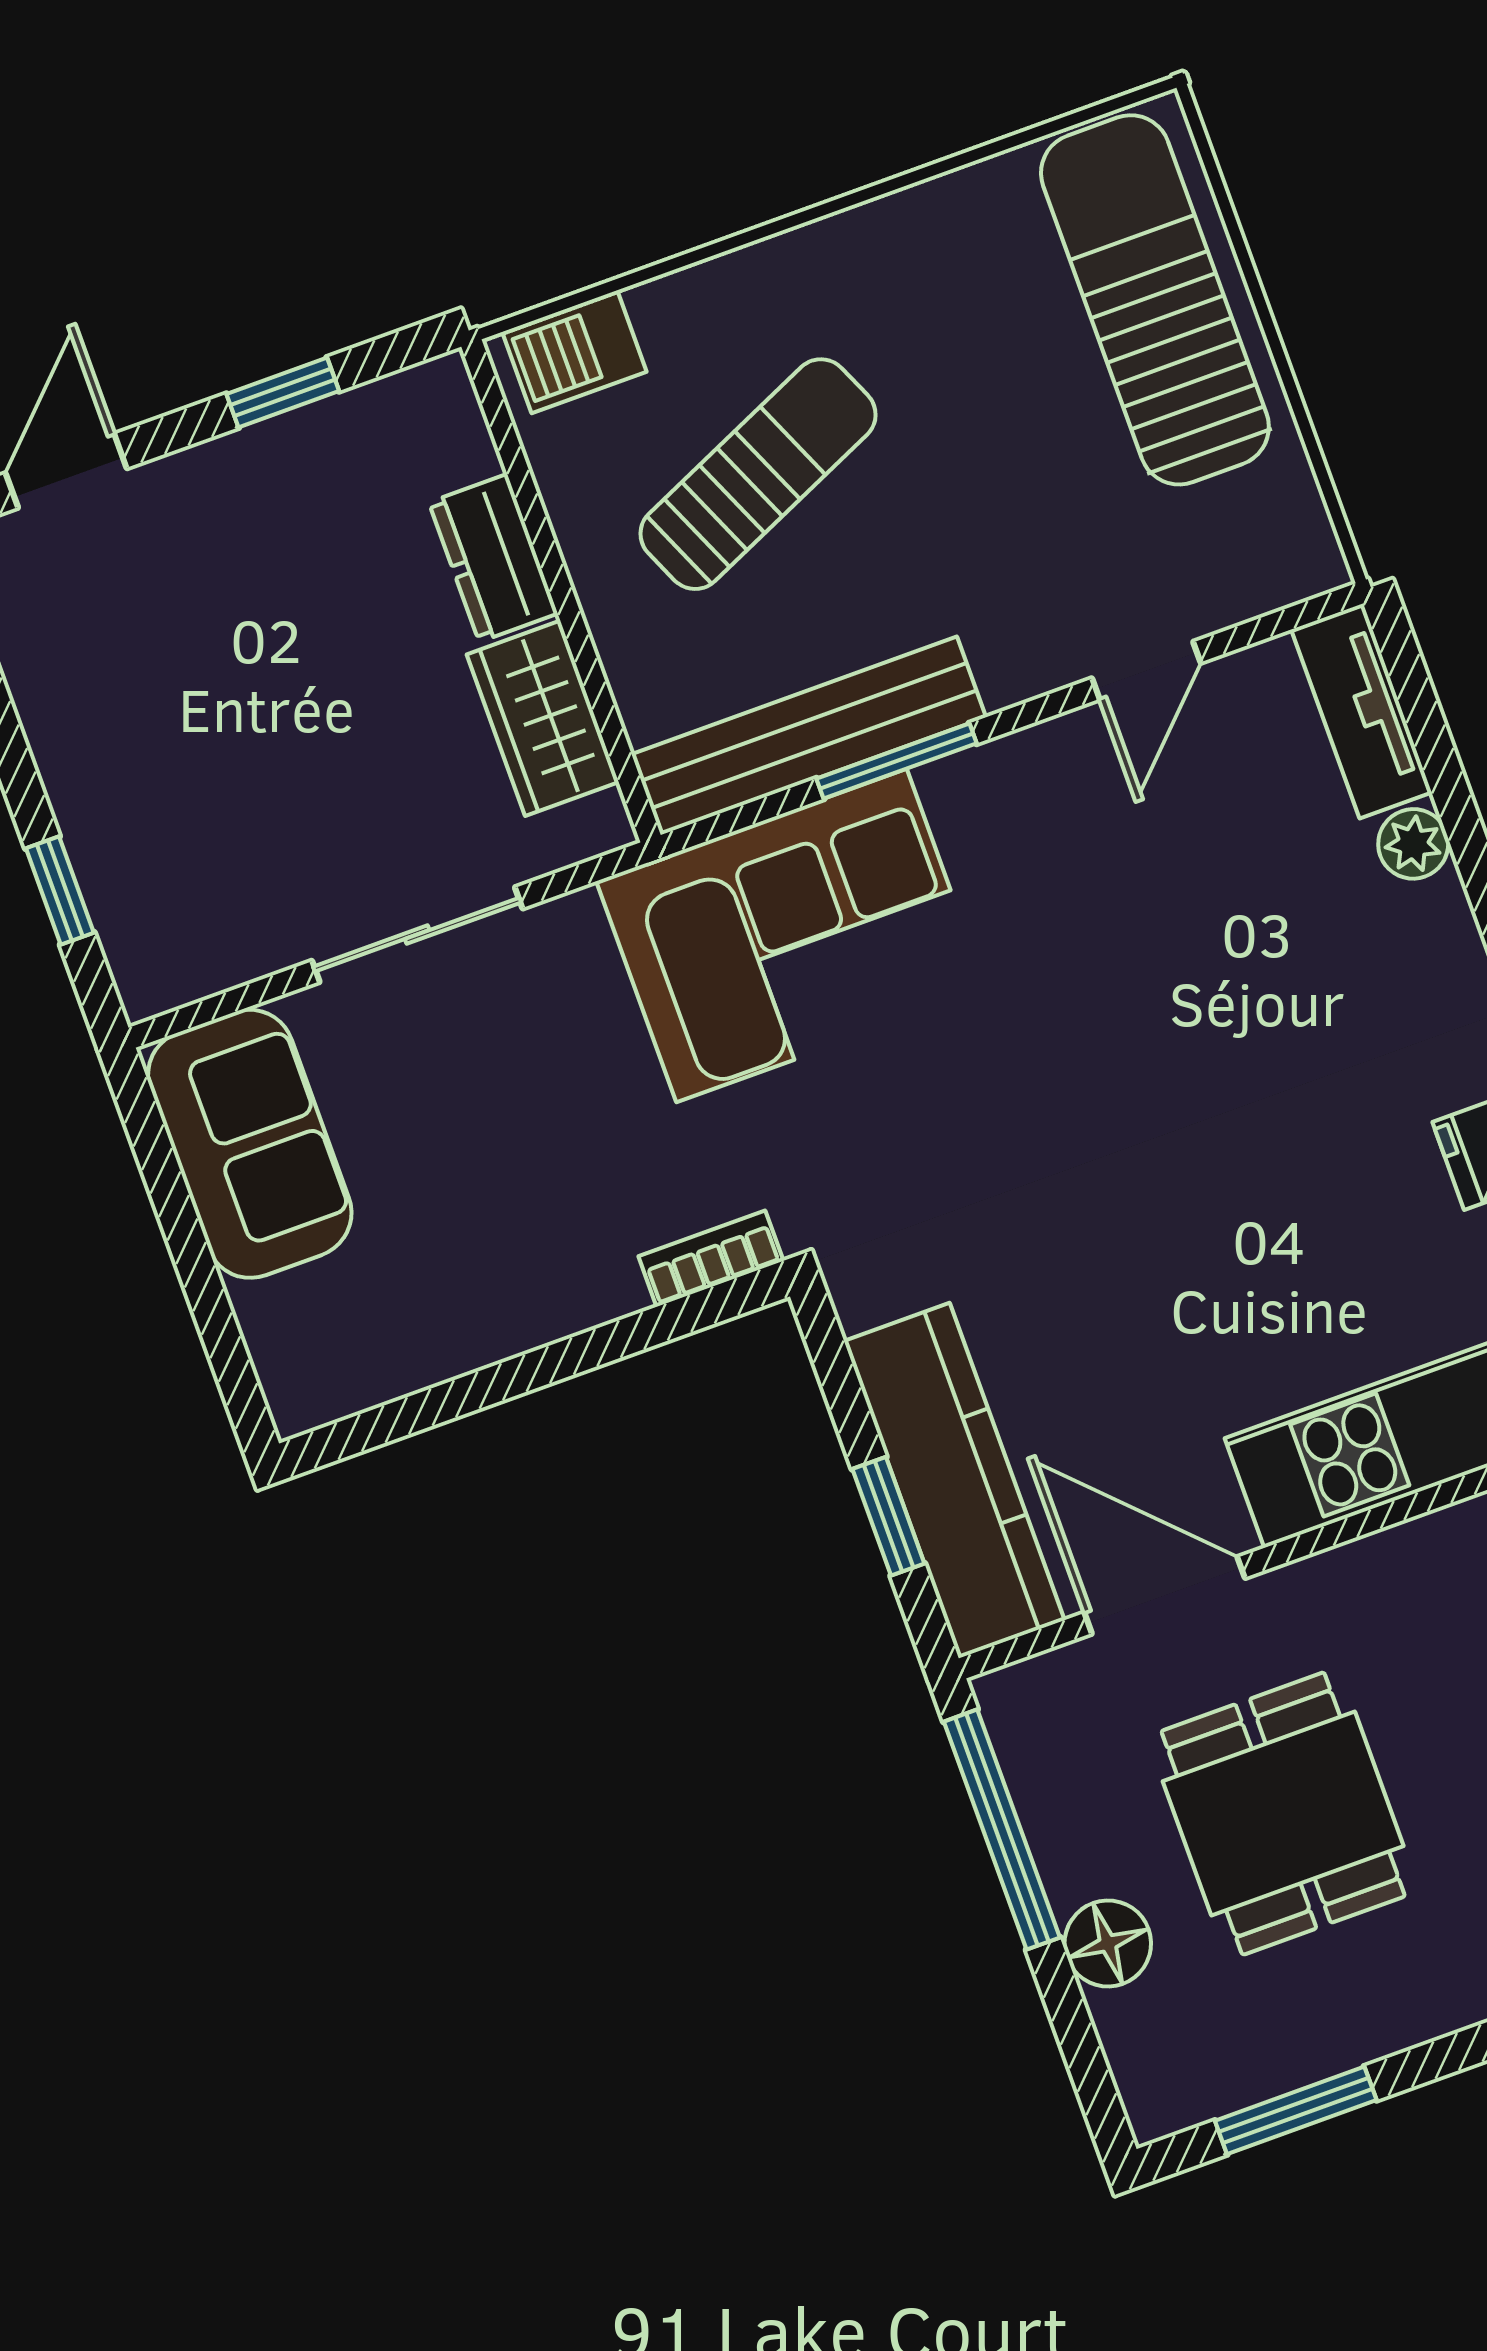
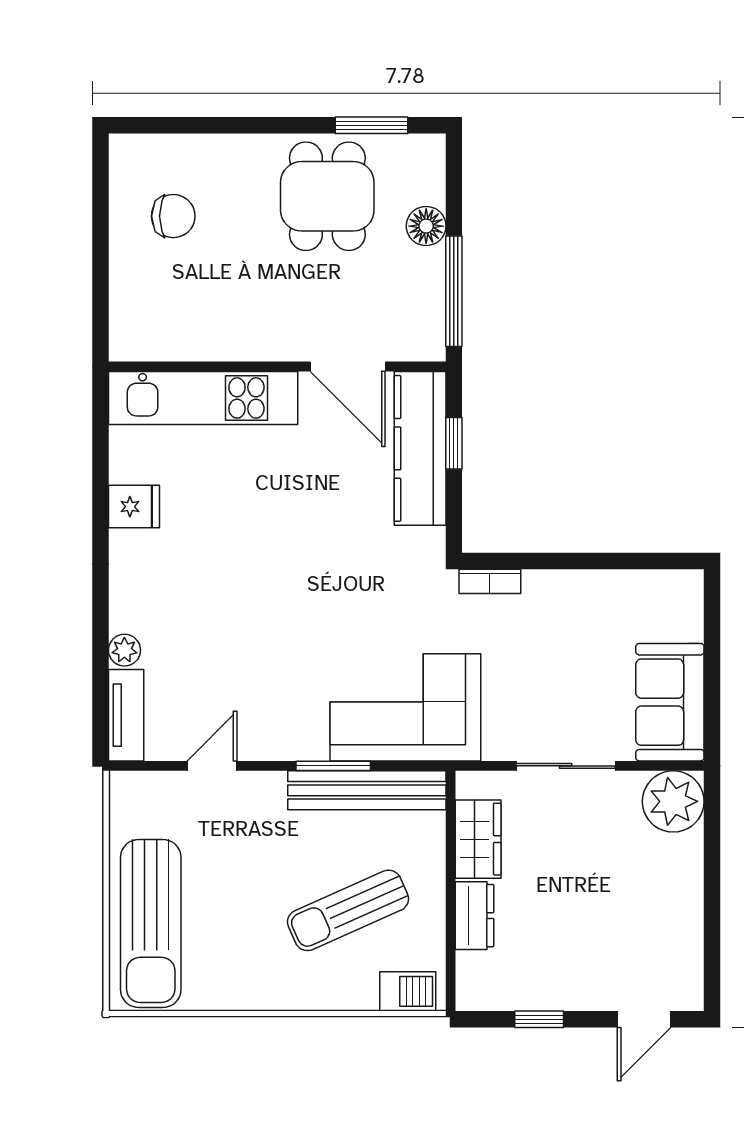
window: (60, 891) -> (712, 840), removed
plant: (169, 941) -> (673, 801), added
dining table: (1283, 1814) -> (327, 196), moved

